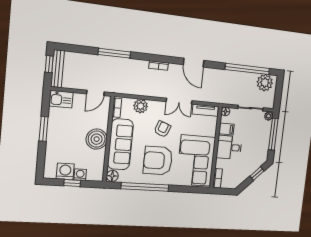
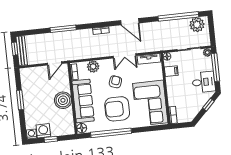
kitchen sink: (61, 99) -> (29, 74), removed
desk: (229, 147) -> (204, 82), moved, turned 180
washing machine: (80, 175) -> (31, 134), moved

